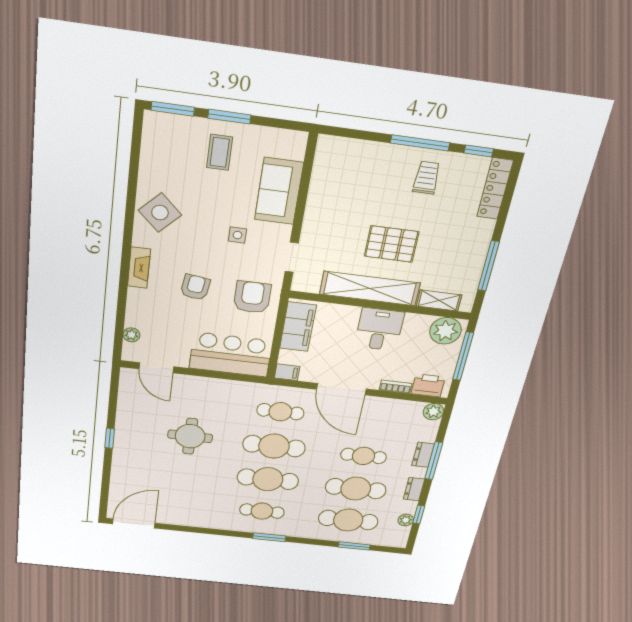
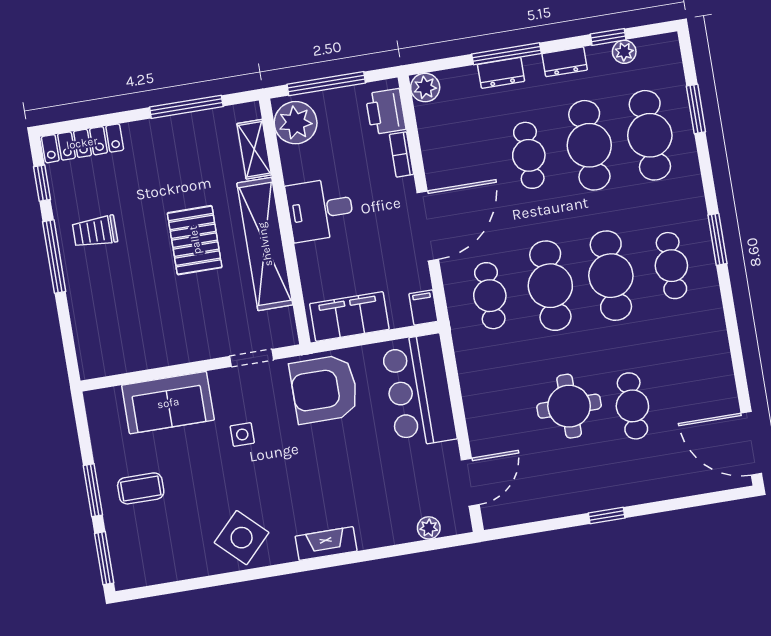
armchair: (195, 287) -> (332, 465), removed
armchair: (252, 297) -> (324, 389), width x1.36, depth x1.36
cafe table: (179, 470) -> (632, 406), added

